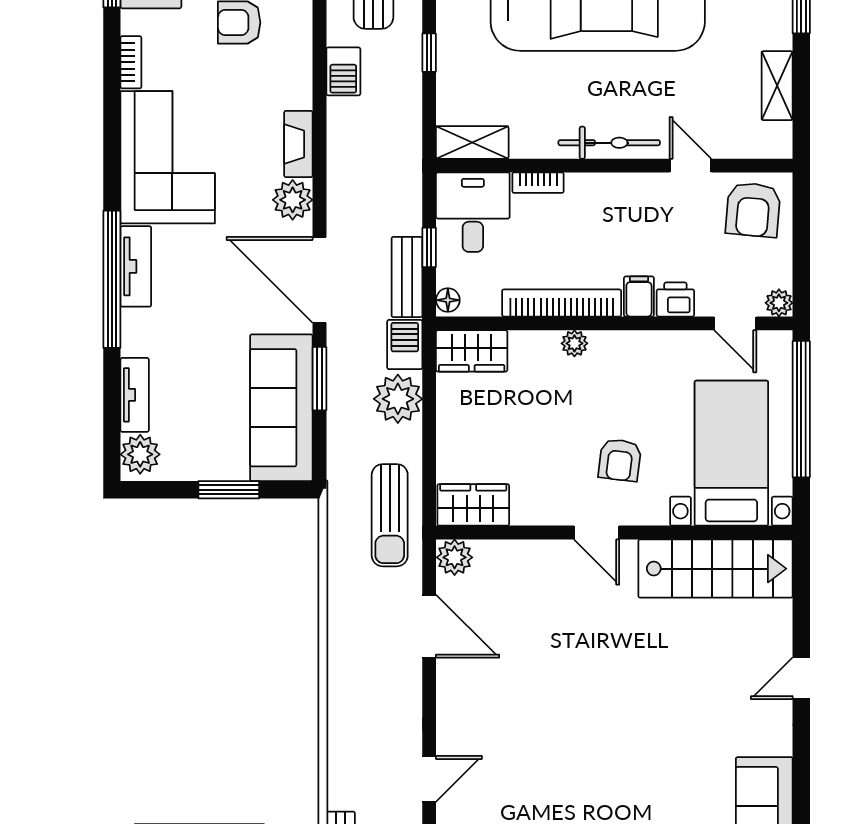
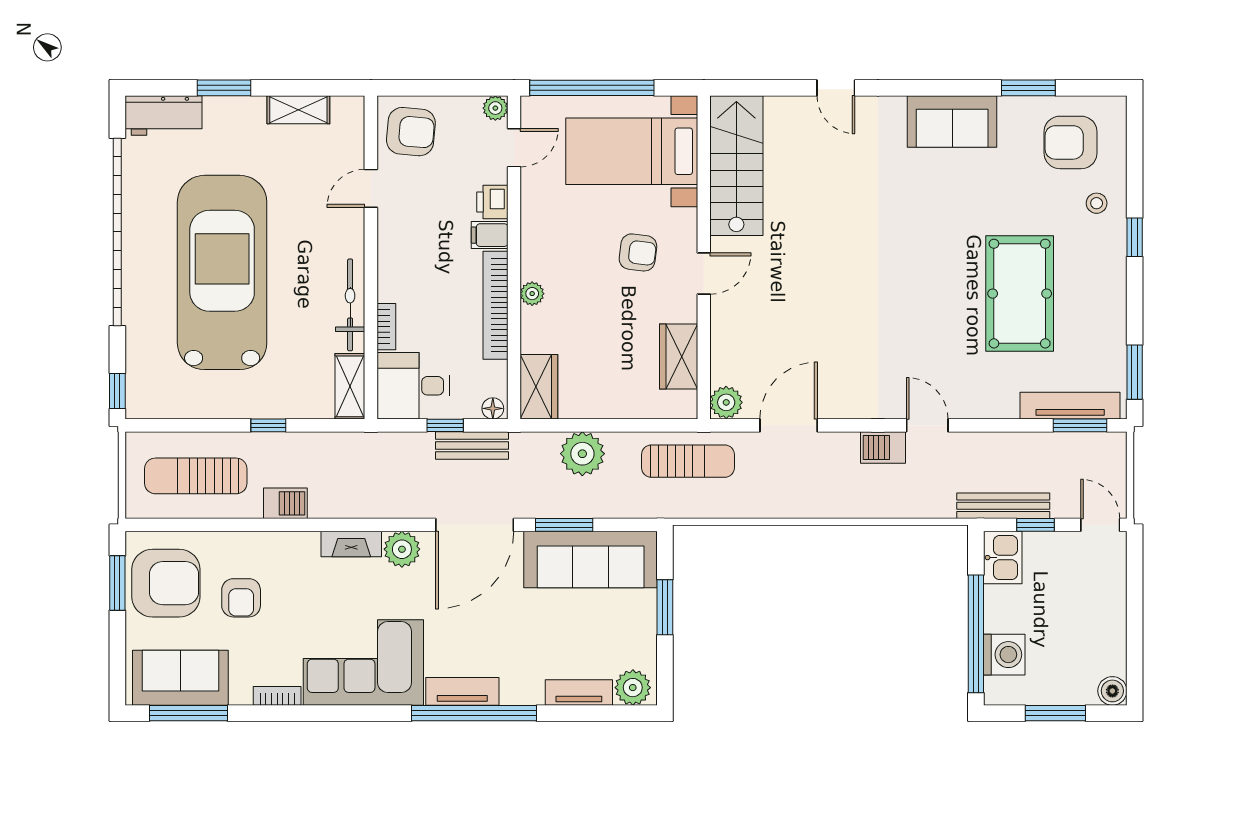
bicycle: (609, 143) -> (350, 305), moved
barbecue: (405, 345) -> (883, 448), moved
wardrobe: (473, 505) -> (679, 356), moved

